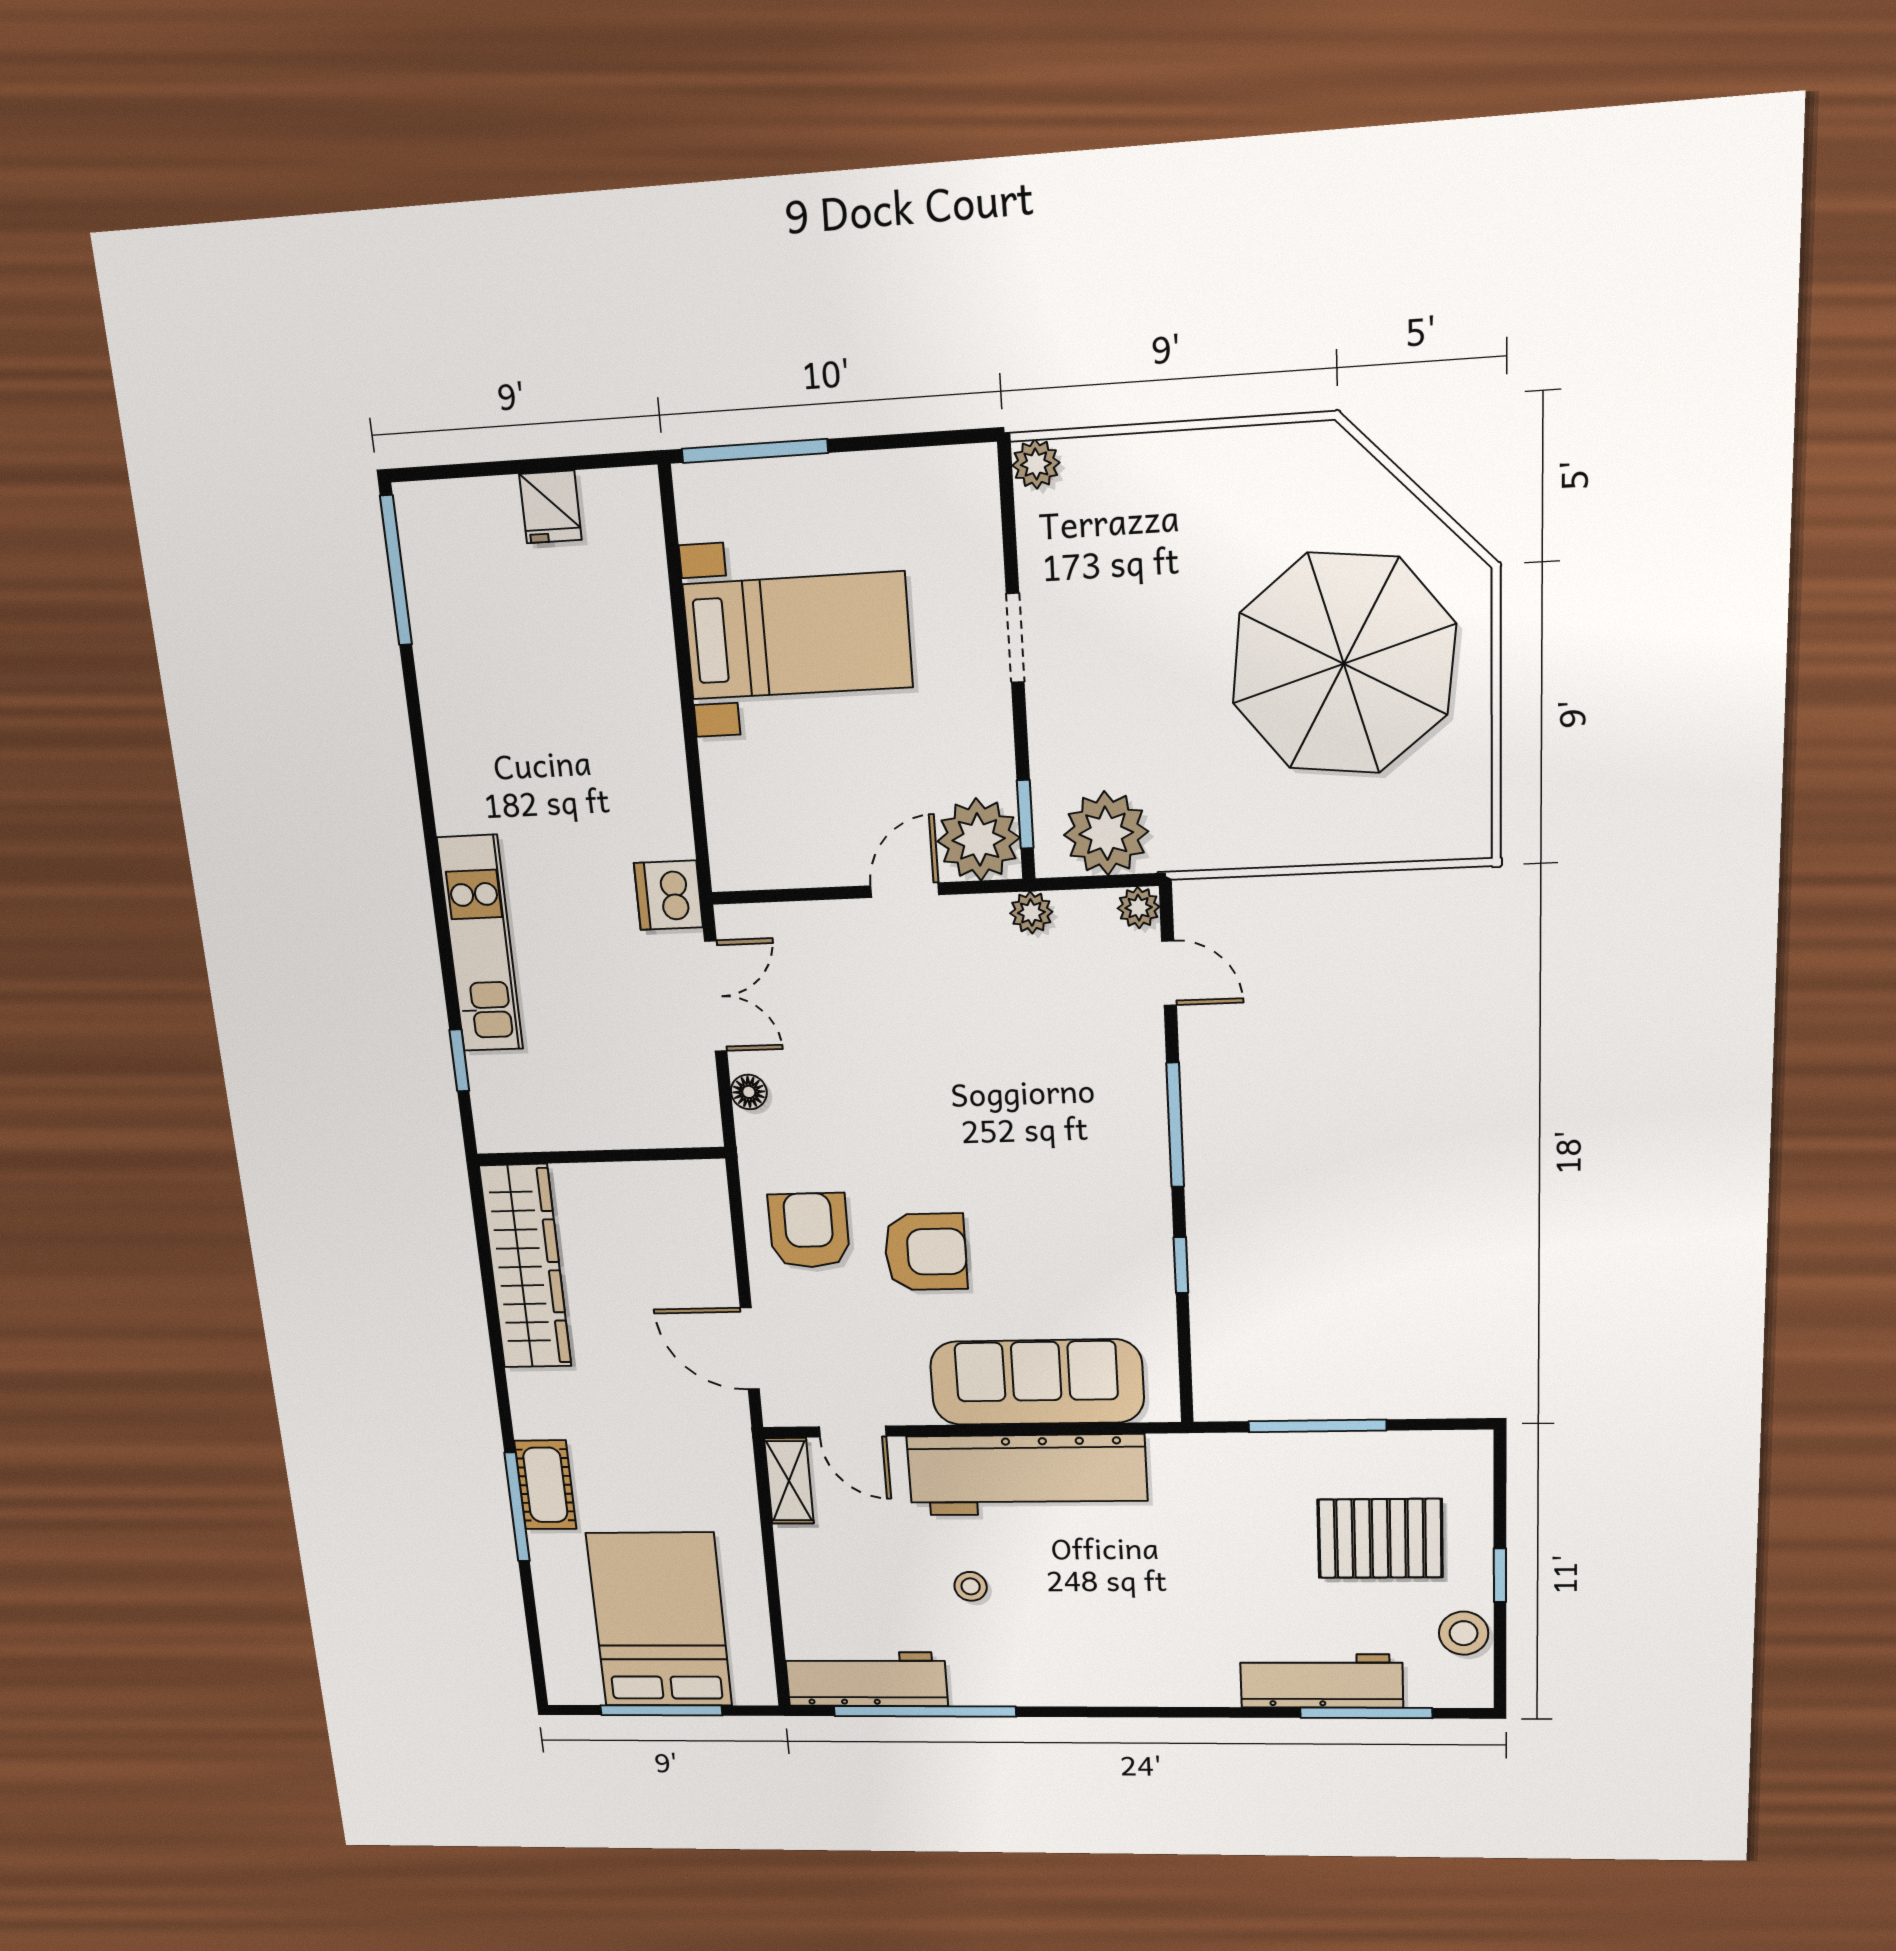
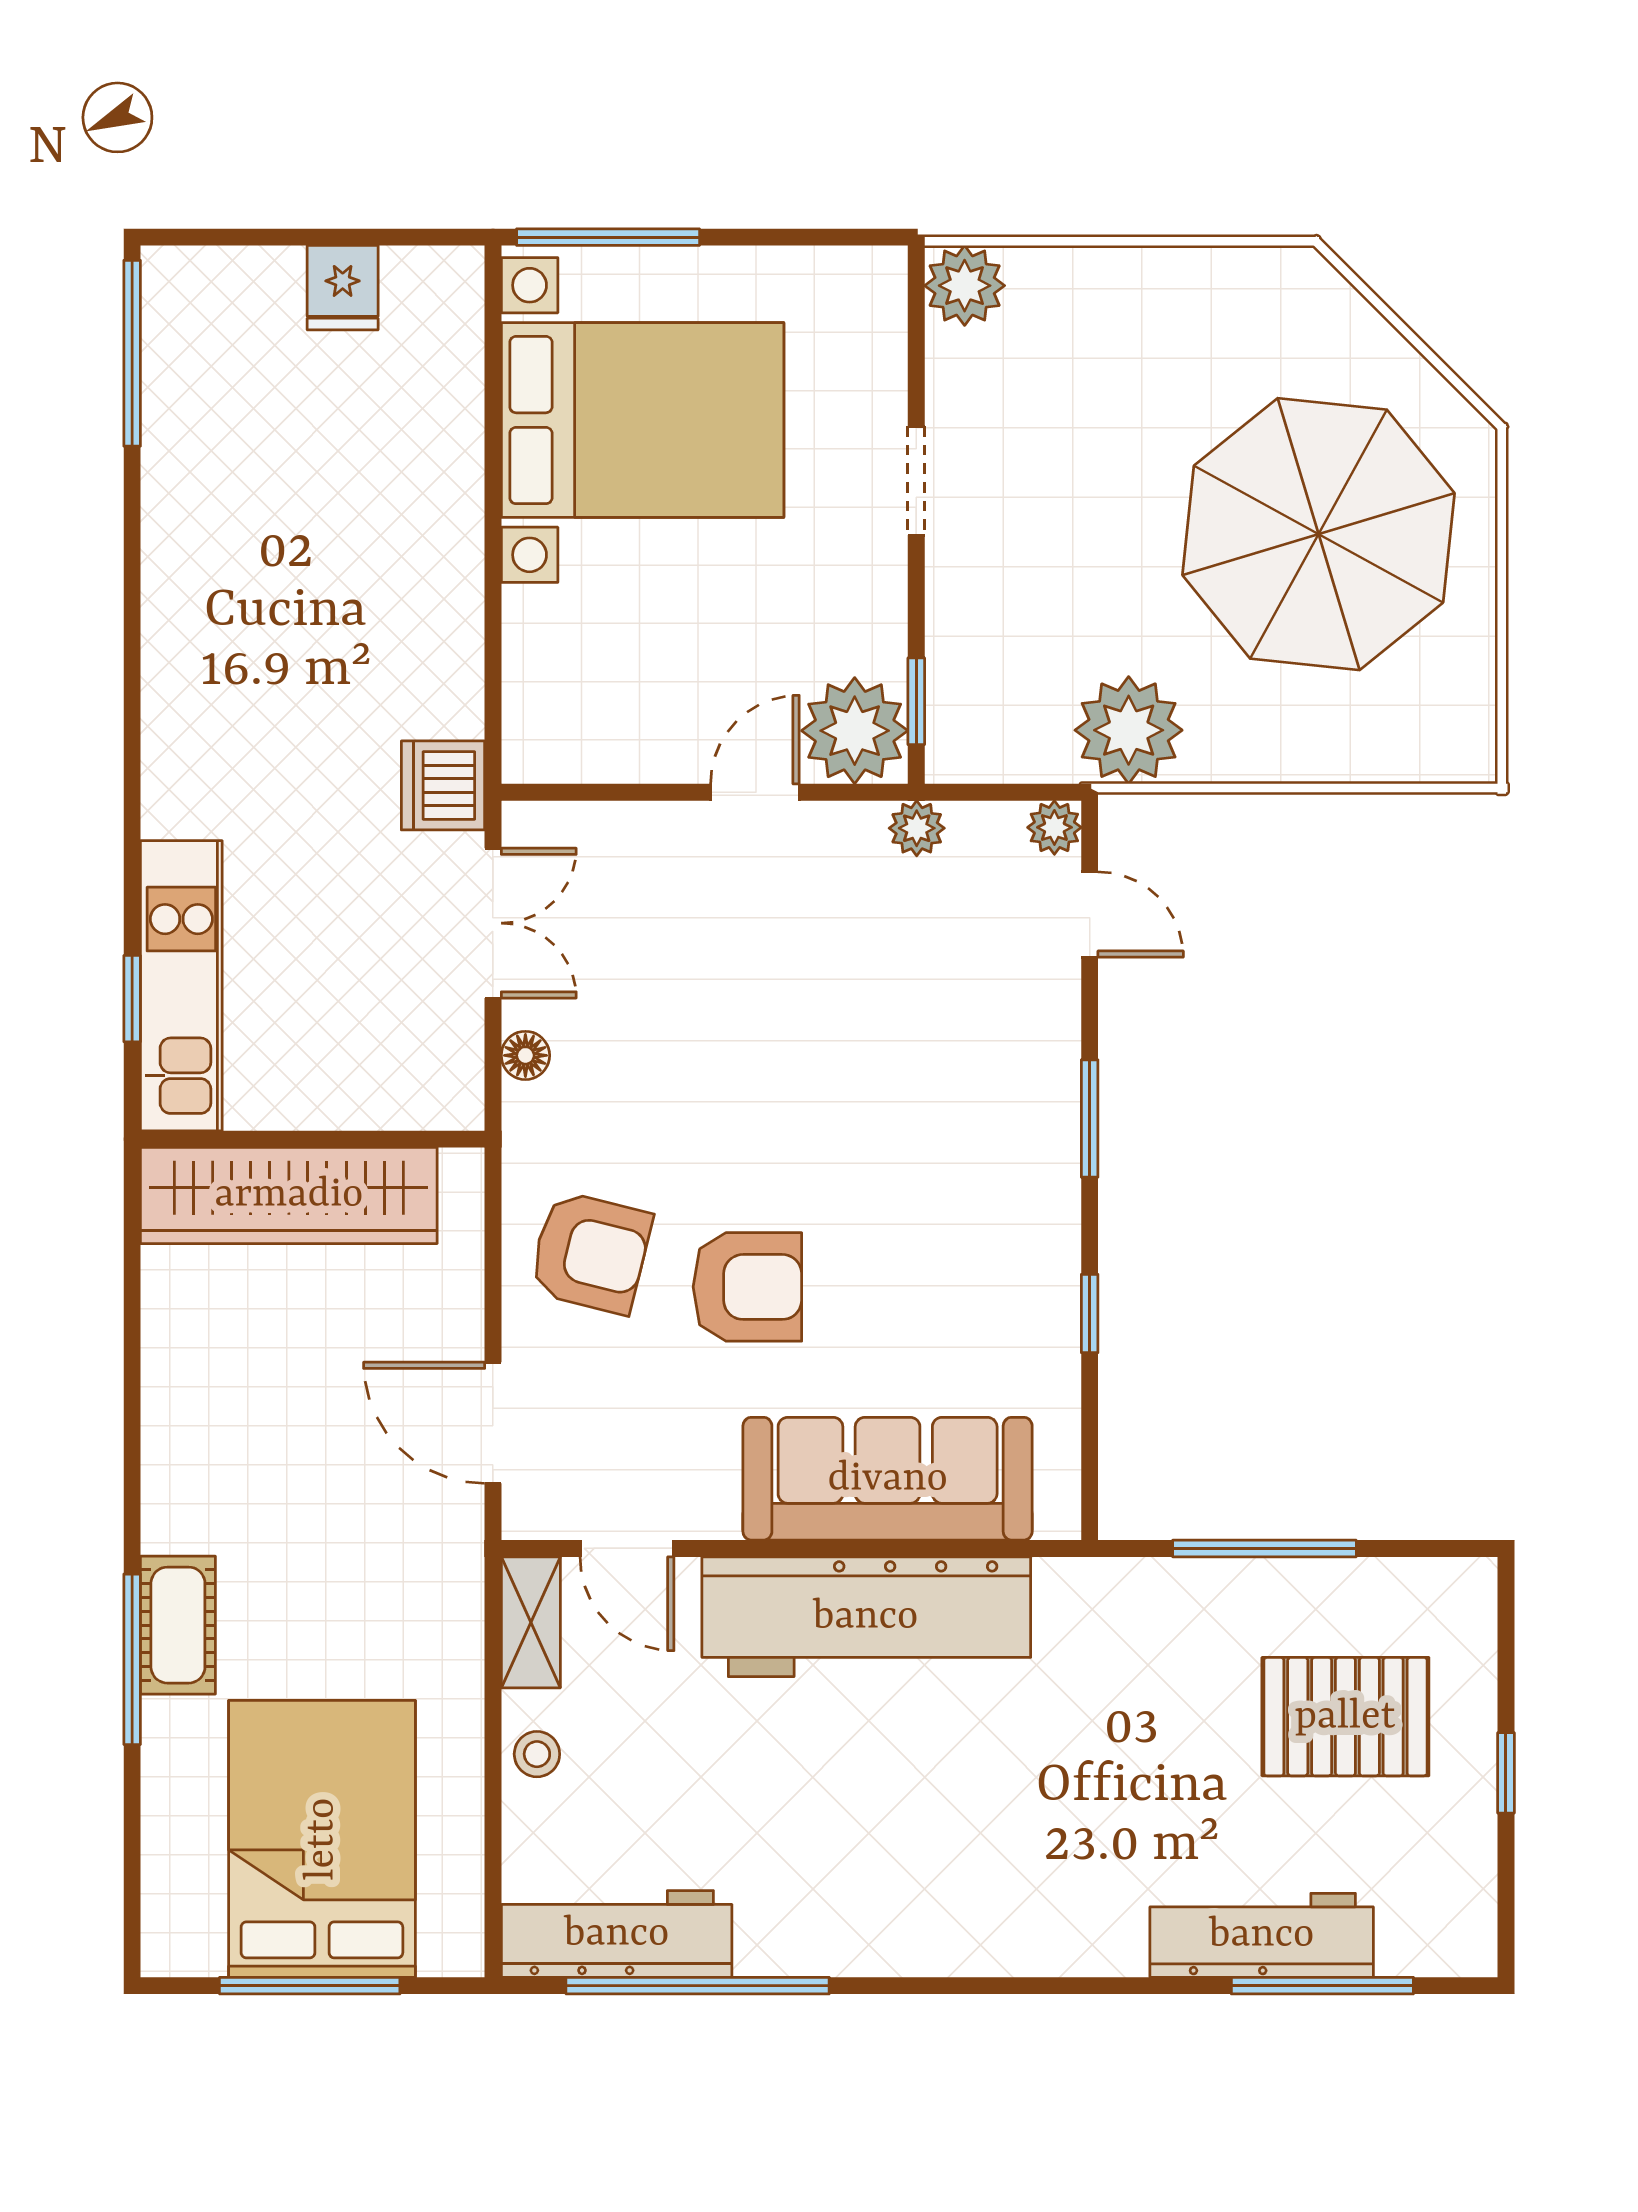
plant: (1036, 464) -> (965, 286), width x1.38, depth x1.38
bed with nightstands: (798, 636) -> (643, 420), width x1.36
plant: (1106, 833) -> (1129, 730), moved
kitchen unit: (480, 944) -> (181, 986), moved
window: (1175, 1125) -> (1090, 1119), width x0.69
armchair: (809, 1230) -> (590, 1253), turned 104
wardrobe: (525, 1267) -> (289, 1195), moved, turned 90
stool: (971, 1586) -> (537, 1754), moved
stool: (1464, 1633) -> (1457, 1861), removed

